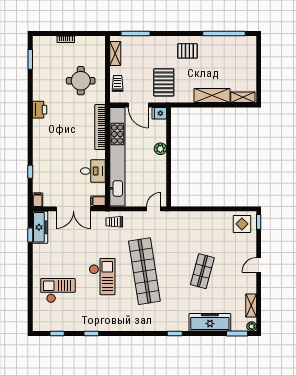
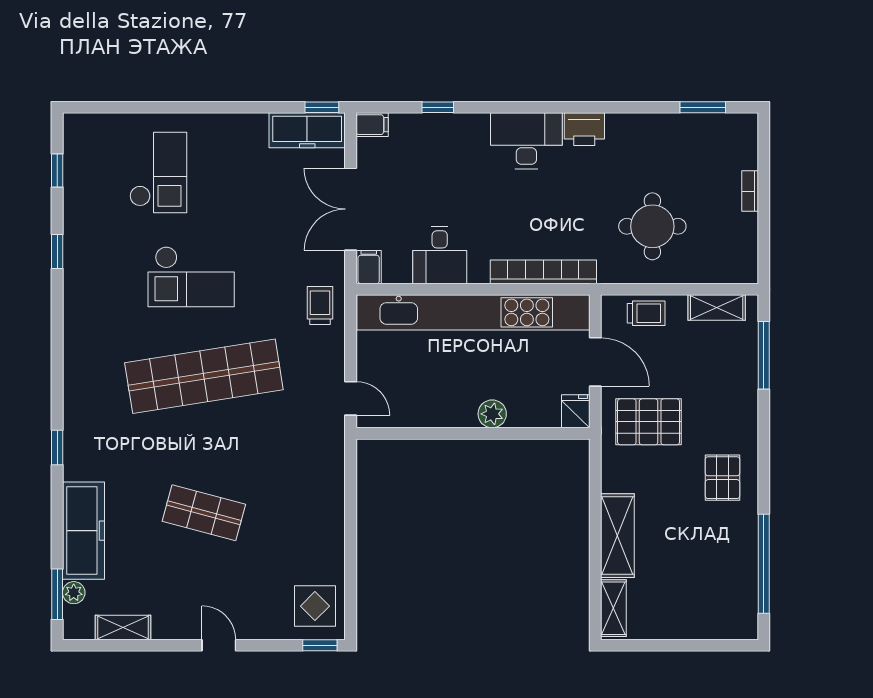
door: (138, 105) -> (595, 362), swing flipped
desk: (44, 134) -> (526, 141), added
window: (30, 235) -> (322, 107), moved
plant: (252, 326) -> (74, 593), moved

